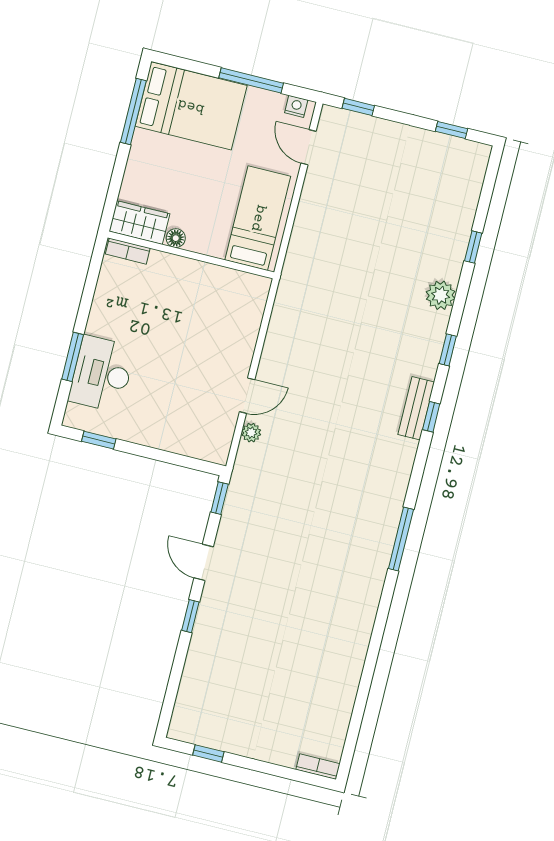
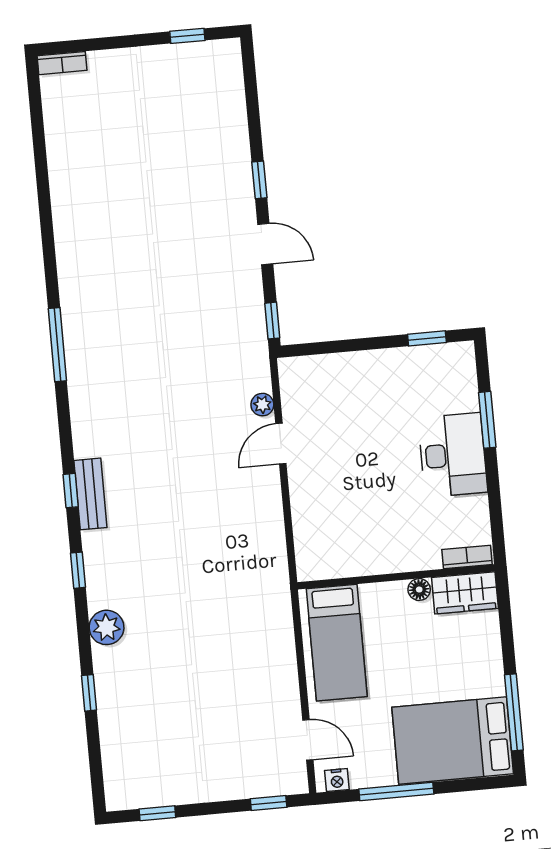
desk: (102, 374) -> (453, 455), moved

